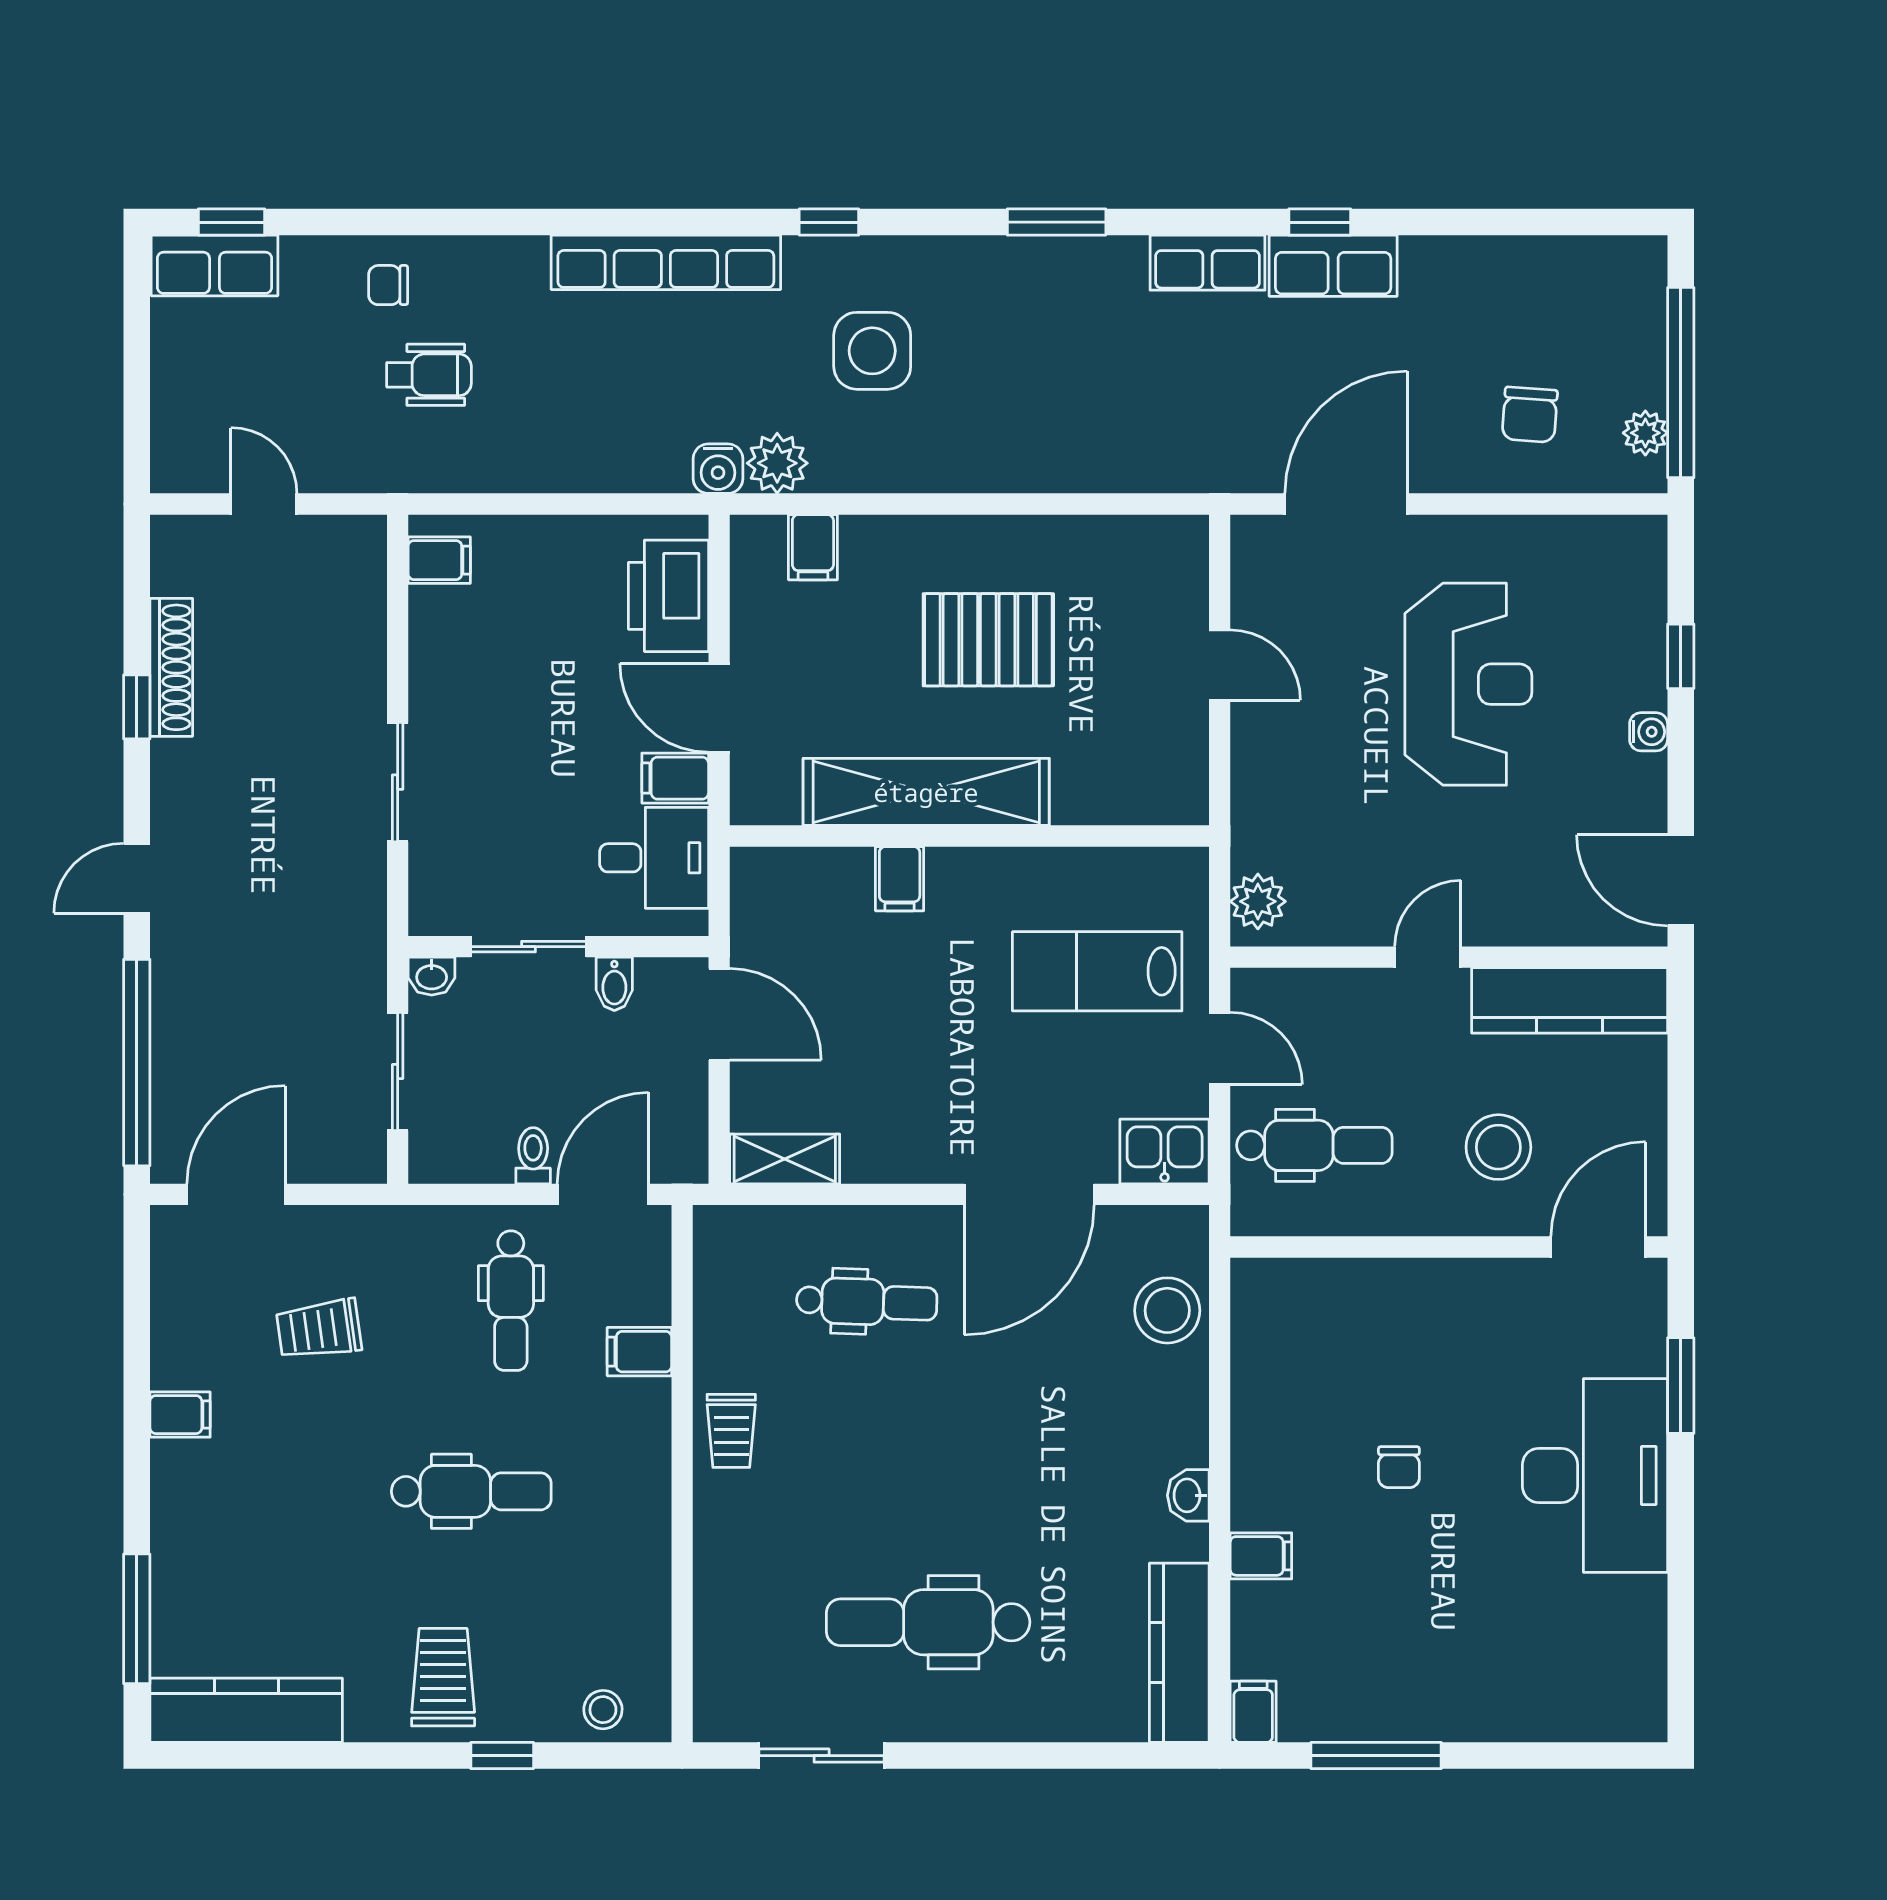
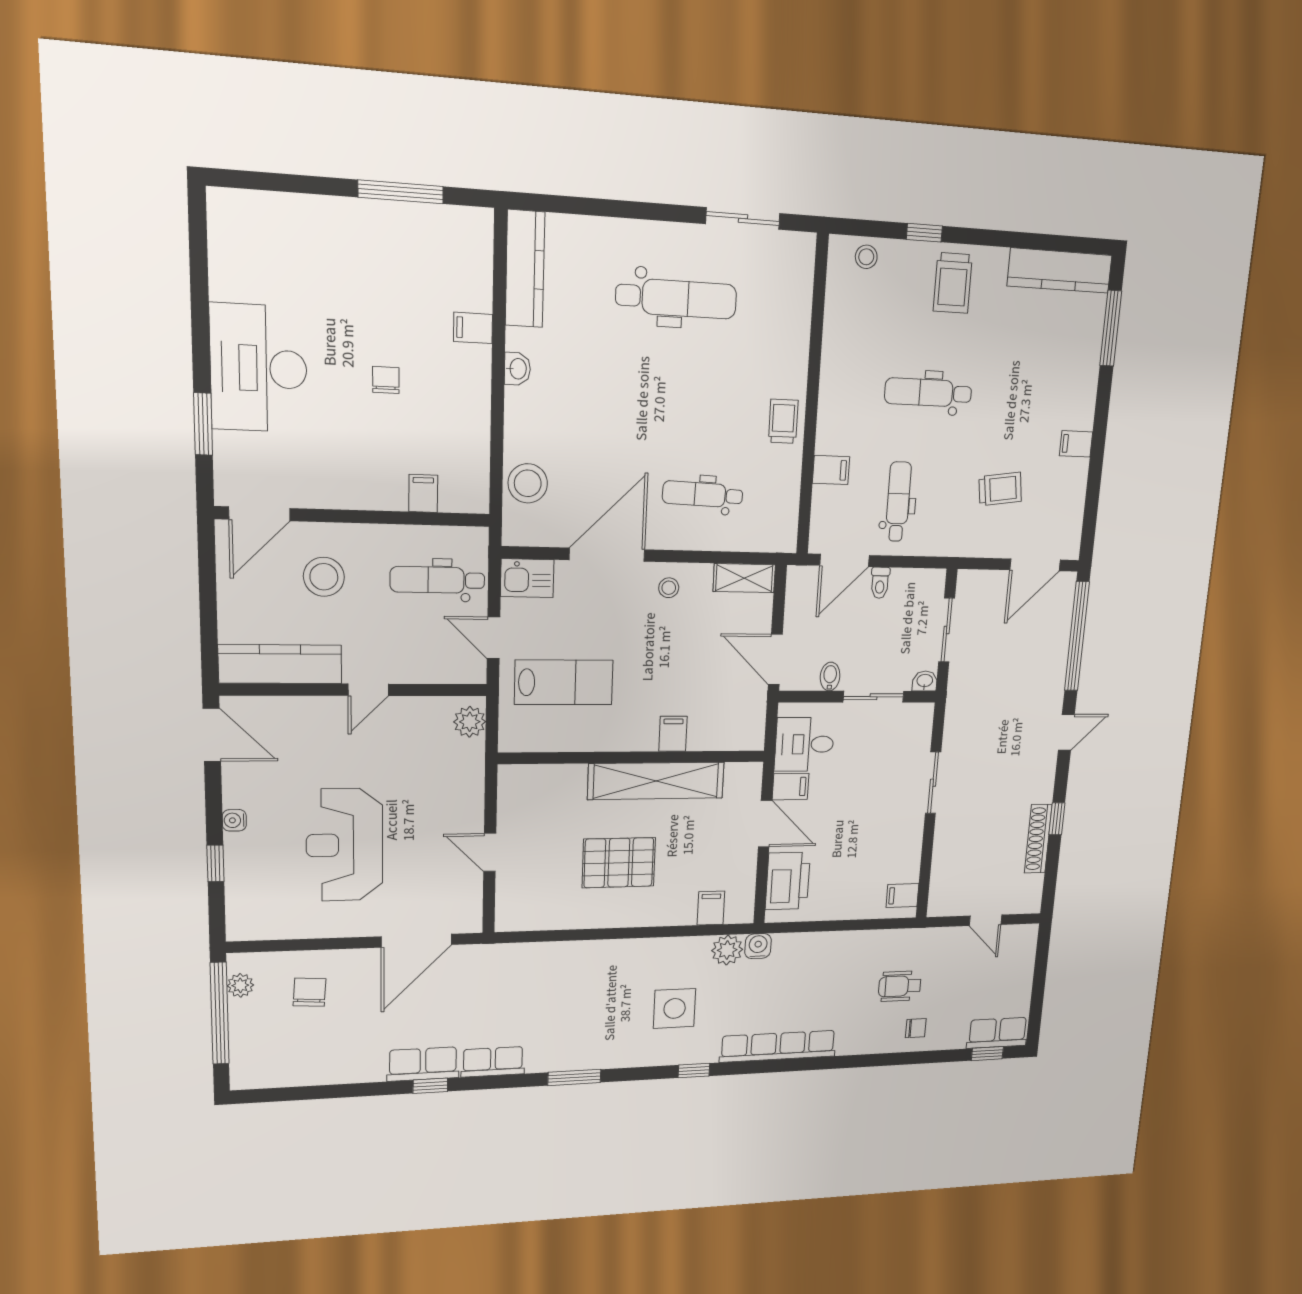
stool: (919, 1140) -> (669, 588), added
filing cabinet: (1253, 1712) -> (423, 493), moved, turned 180

